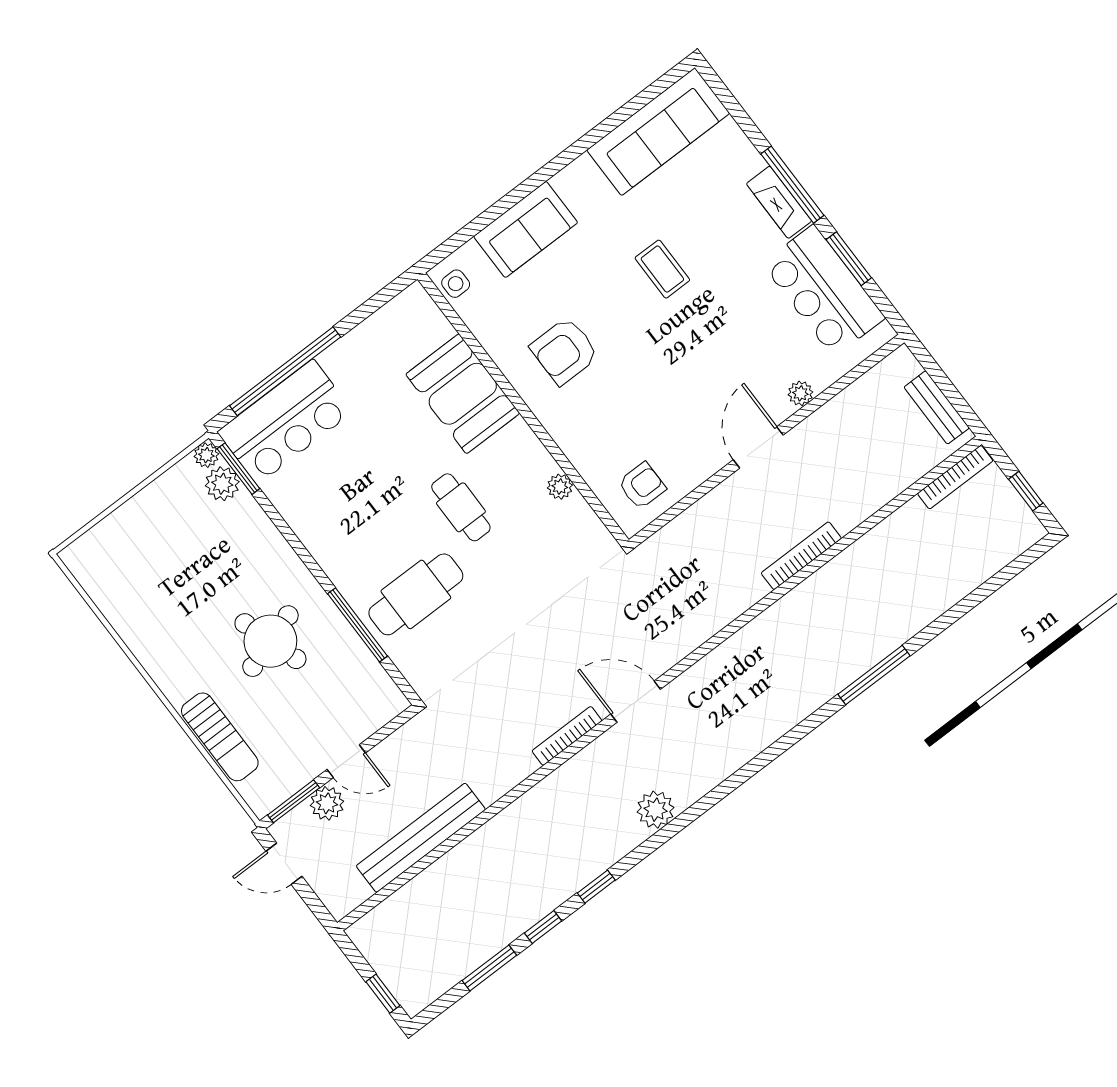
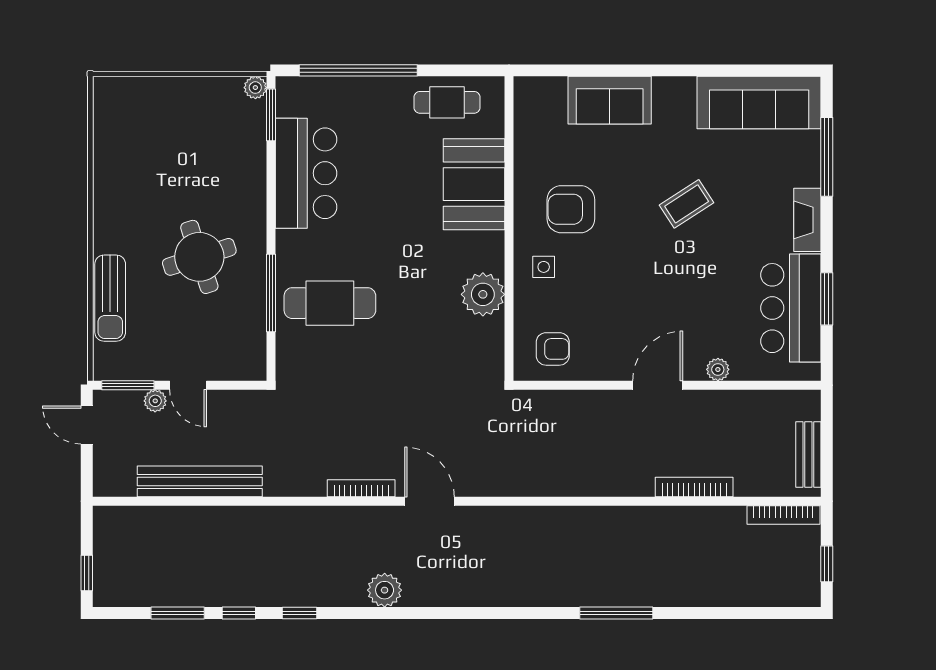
window: (792, 185) -> (827, 157), moved
coffee table: (662, 269) -> (687, 204), turned 57
side table: (456, 284) -> (544, 267), moved
bar counter: (285, 422) -> (306, 173), moved, turned -90
plant: (222, 484) -> (251, 117), removed
plant: (560, 487) -> (483, 294), width x1.88, depth x1.88
cafe table: (461, 507) -> (447, 102), moved, turned 90
bookcase: (801, 556) -> (694, 487), moved
plant: (327, 803) -> (155, 401), width x0.73, depth x0.73

